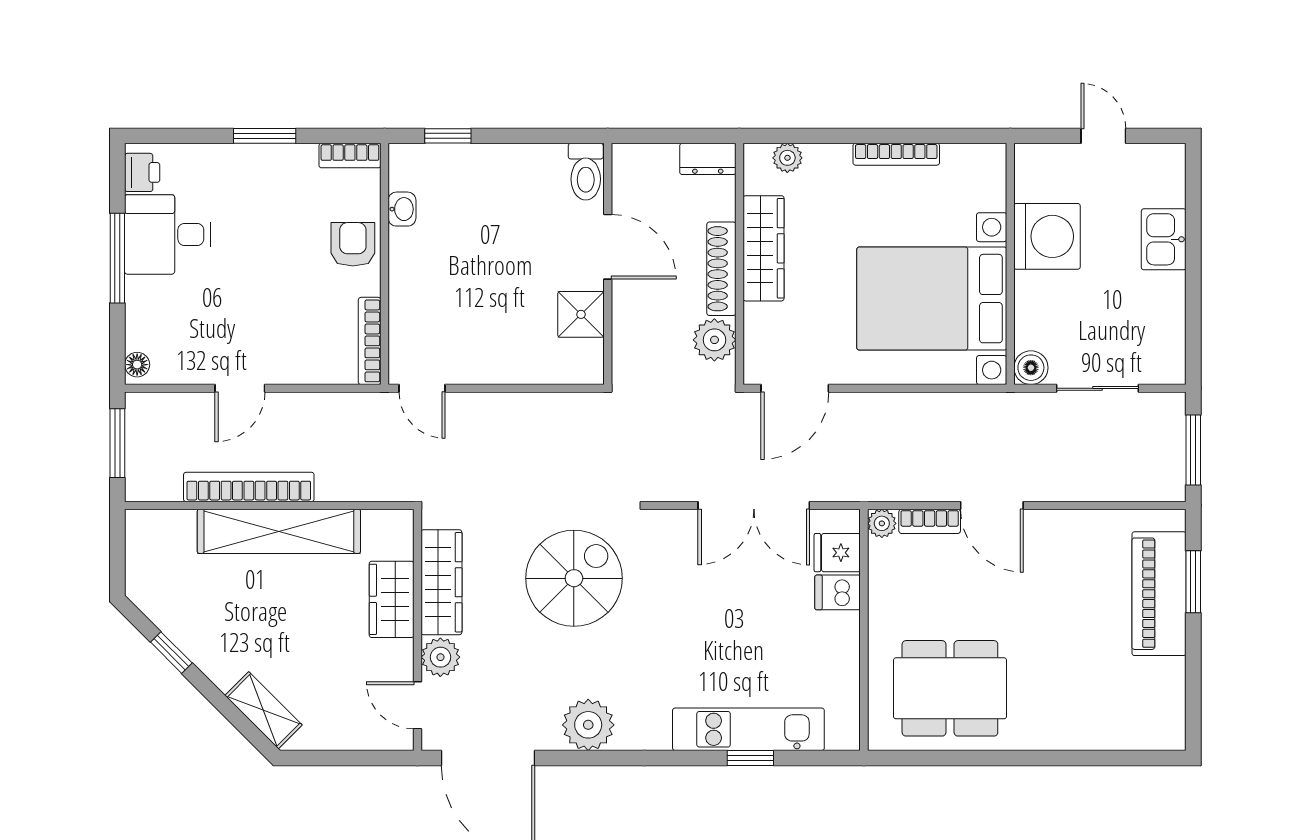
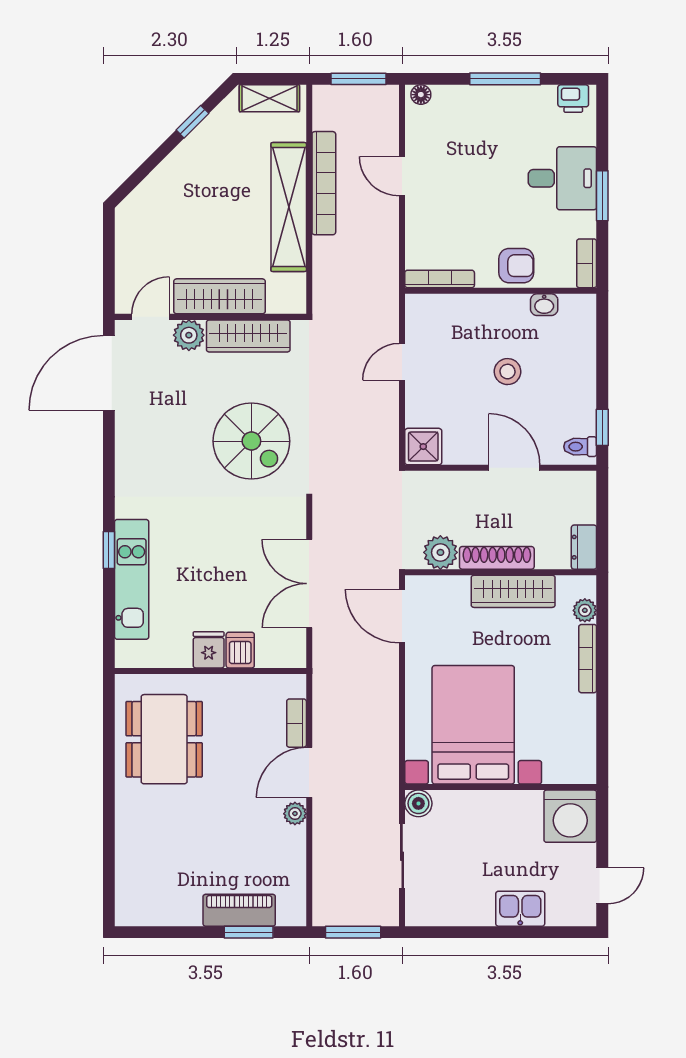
window: (448, 136) -> (602, 427), moved
door: (1103, 136) -> (602, 886), moved
bookcase: (896, 154) -> (588, 659), moved
toilet: (586, 172) -> (580, 447), width x0.73, depth x0.72
desk: (168, 234) -> (562, 178), moved, turned 90
washing machine: (1047, 236) -> (570, 816), moved
door: (608, 247) -> (514, 468), swing flipped
stool: (486, 255) -> (508, 372), added
shower: (581, 314) -> (423, 447), moved
door: (422, 388) -> (402, 362), moved
plant: (882, 523) -> (295, 814), moved
fridge: (837, 553) -> (209, 650), moved
piano: (1159, 594) -> (239, 910), width x0.73, depth x0.75
wardrobe: (392, 599) -> (219, 296), width x1.50
shelving: (263, 710) -> (269, 98), moved, turned 45
plant: (588, 725) -> (135, 452), removed
window: (750, 758) -> (109, 550), moved

